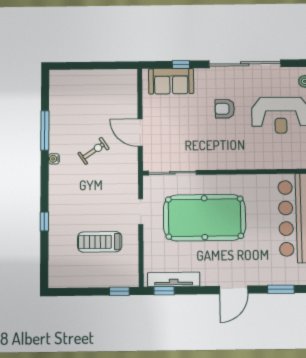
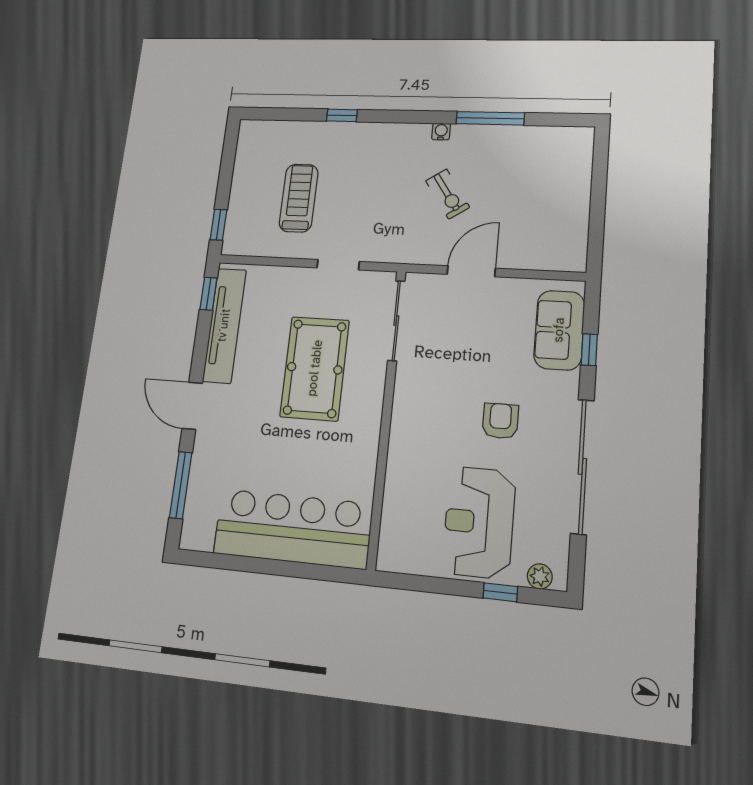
pool table: (205, 218) -> (315, 368), width x0.73, depth x0.76
tv unit: (174, 279) -> (224, 325), width x1.36, depth x1.29
window: (281, 289) -> (181, 485), width x1.44

